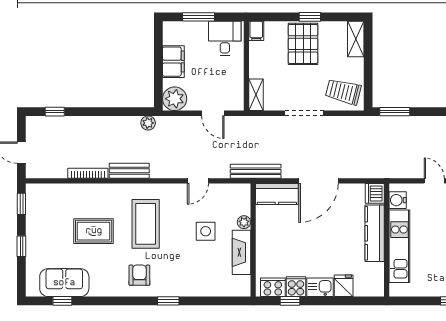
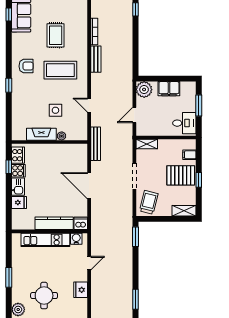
filing cabinet: (256, 31) -> (189, 155), moved
plant: (148, 123) -> (128, 72), removed
kitchen counter: (277, 194) -> (80, 158), removed

